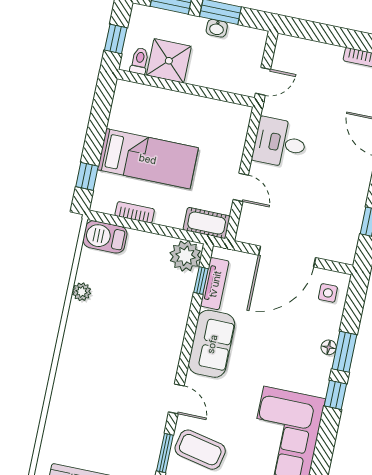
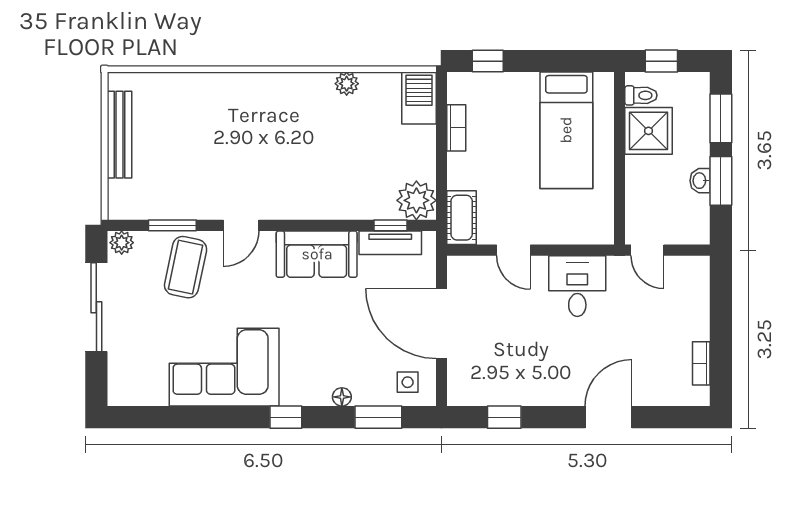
bed: (148, 159) -> (566, 130), moved
door: (241, 187) -> (513, 250), hinge flipped
window: (344, 352) -> (378, 417), moved

